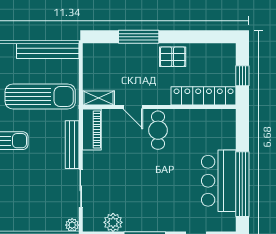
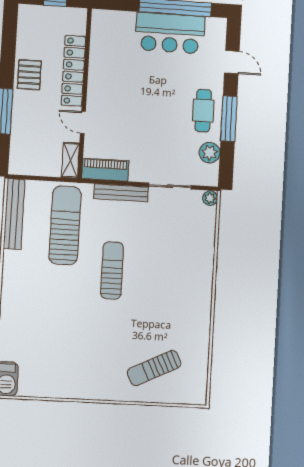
locker: (204, 96) -> (73, 71), moved
door: (133, 107) -> (83, 122), swing flipped
cafe table: (158, 130) -> (203, 111), moved, turned 90

